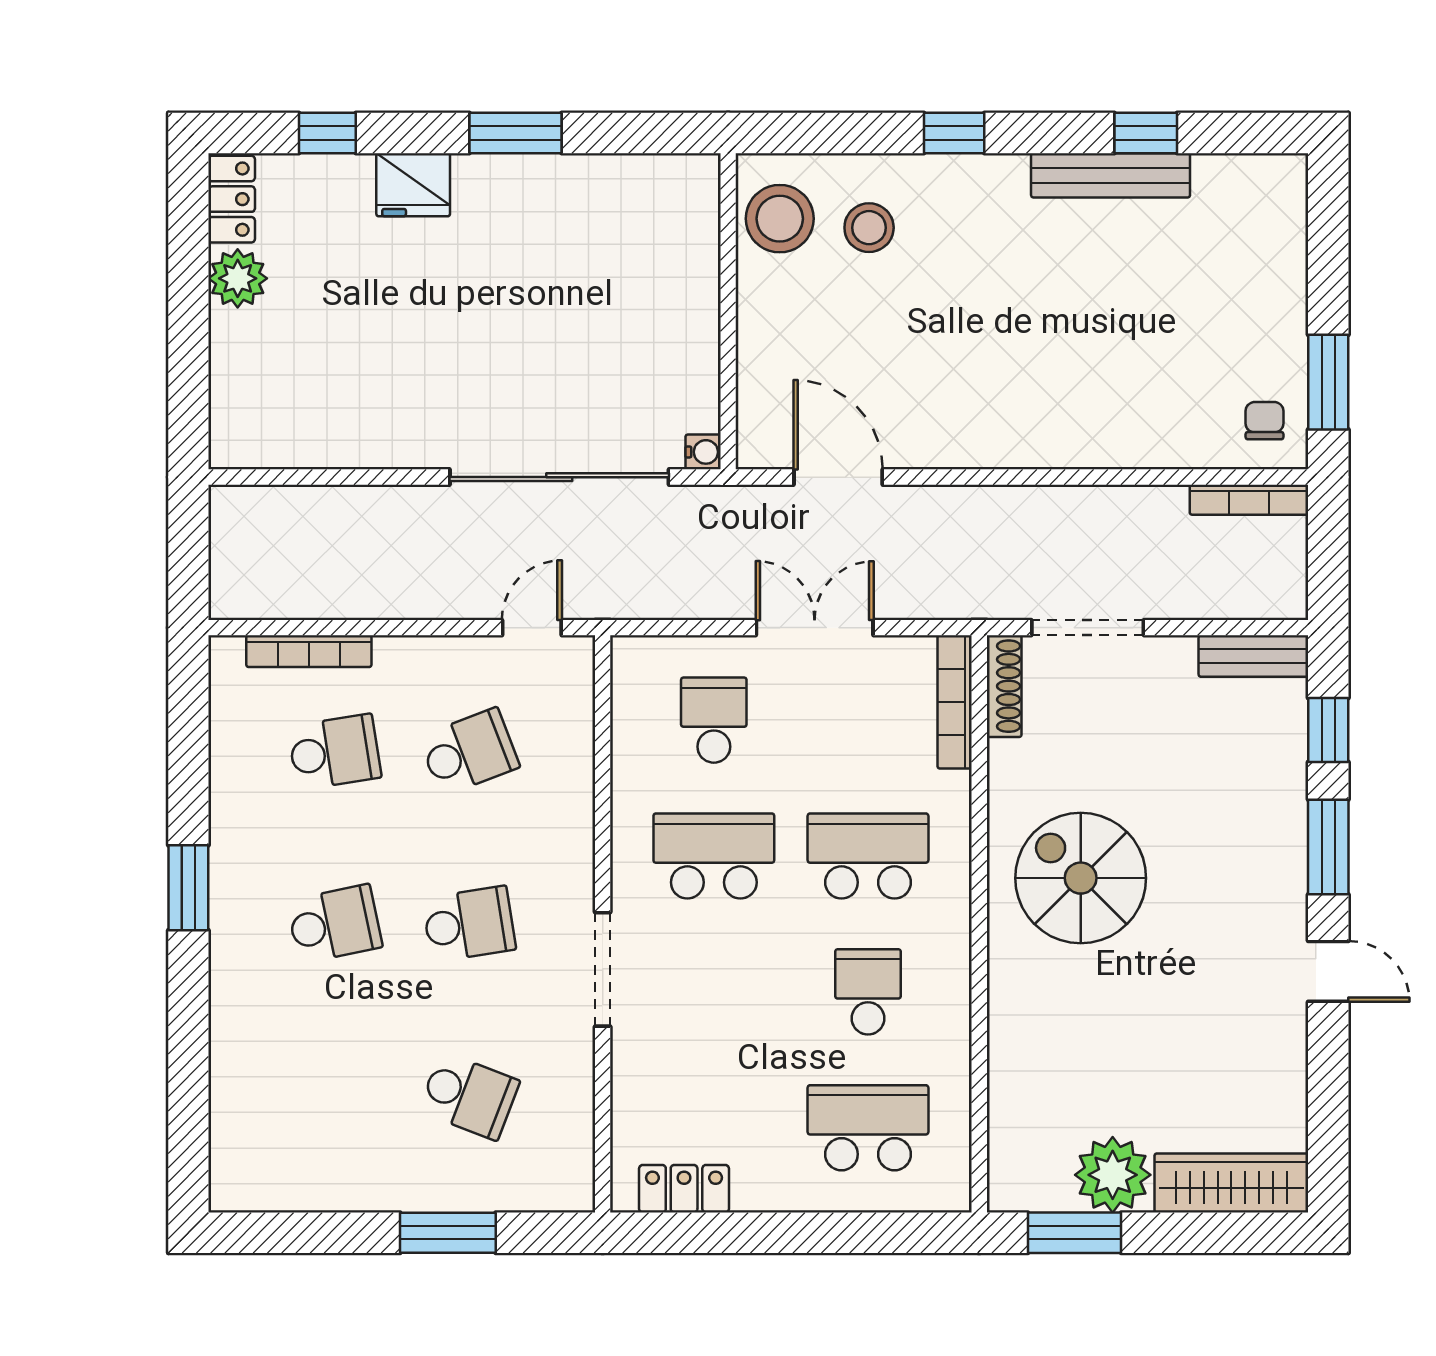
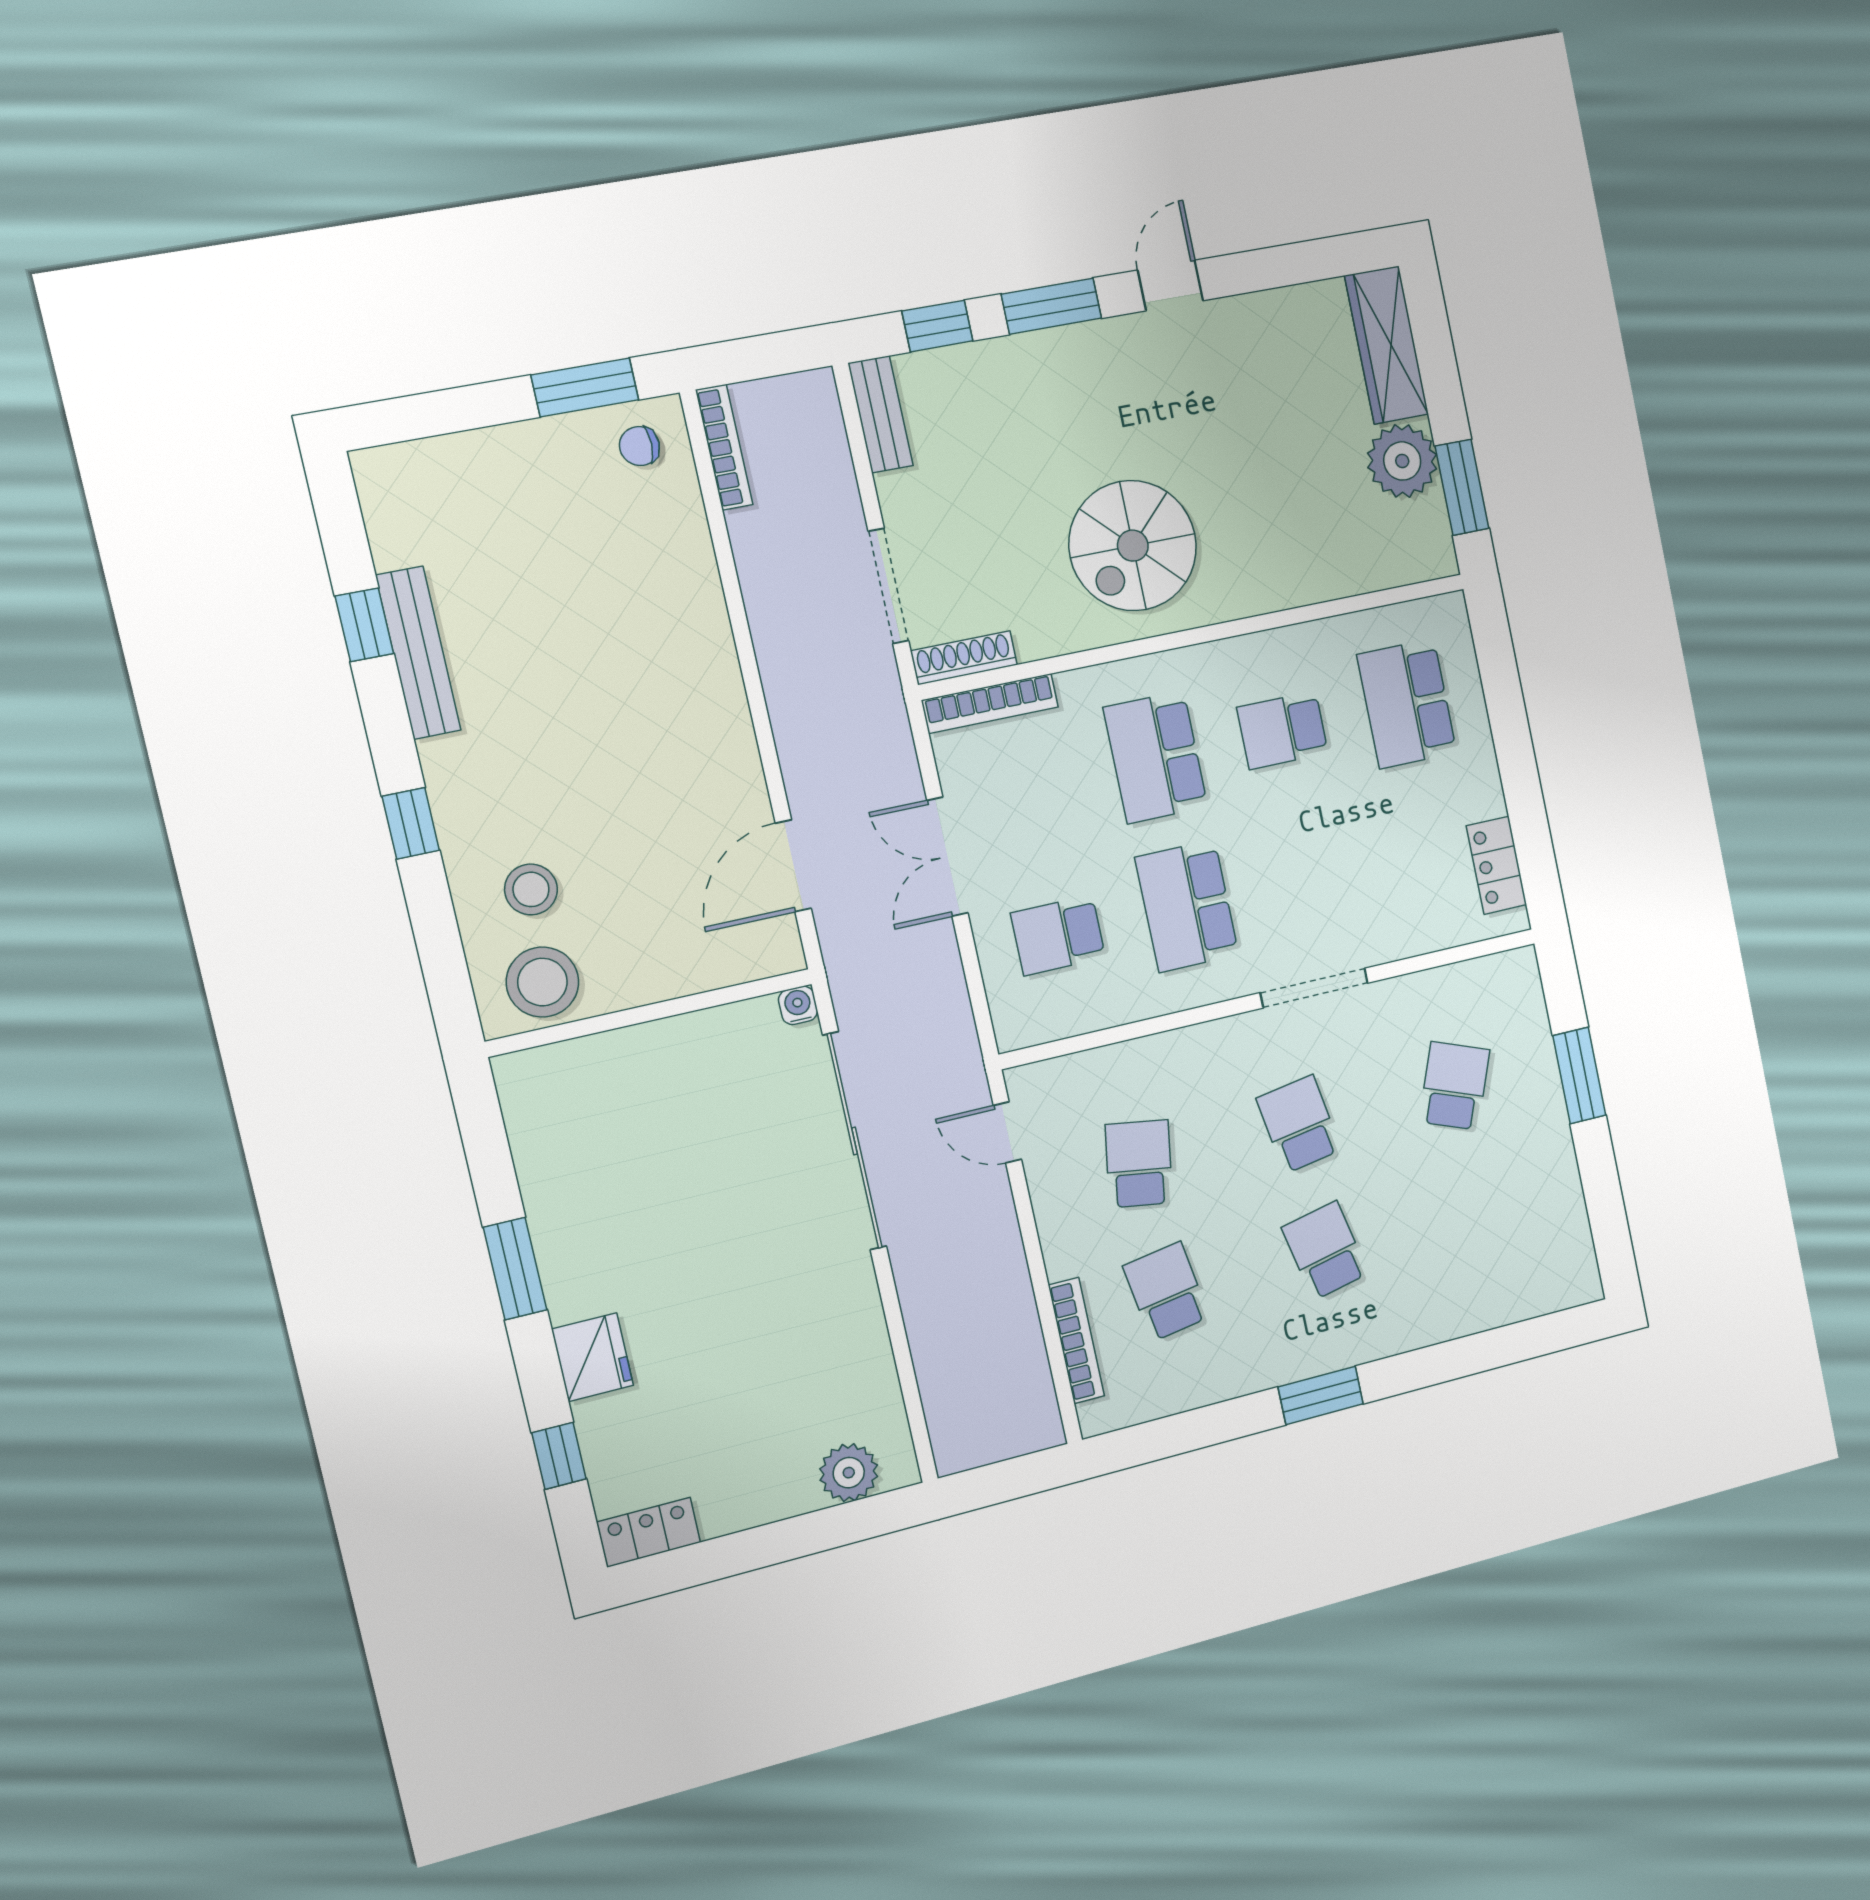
plant: (238, 278) -> (849, 1473), moved
school desk: (469, 752) -> (1139, 1164), turned 30

